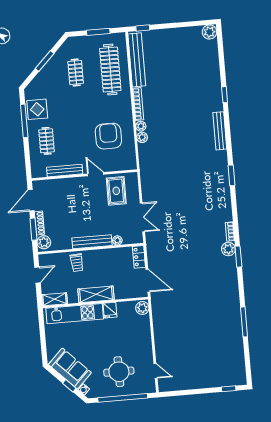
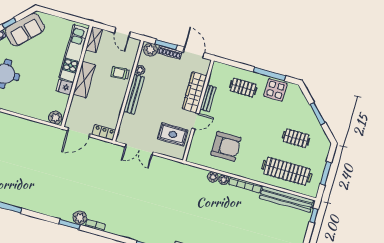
bench: (65, 171) -> (208, 98), width x0.73
wardrobe: (68, 185) -> (194, 92), added
plant: (117, 240) -> (140, 70), moved

